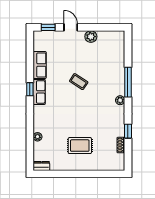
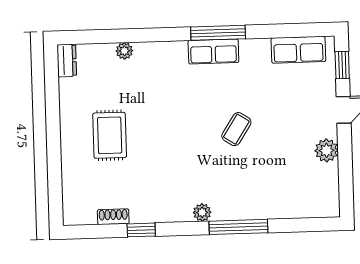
row of seats: (40, 65) -> (298, 50), moved
window: (30, 89) -> (218, 33), width x2.17

